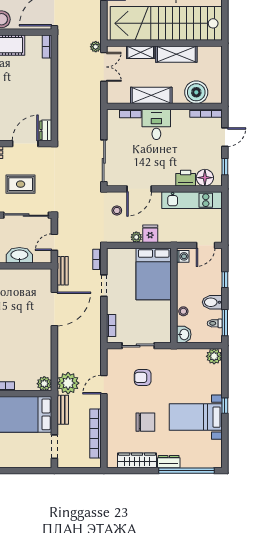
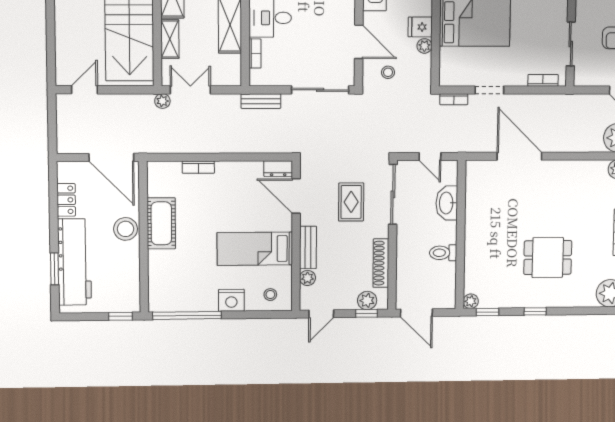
bookcase: (47, 47) -> (198, 167), moved
bench: (63, 271) -> (261, 101), moved

